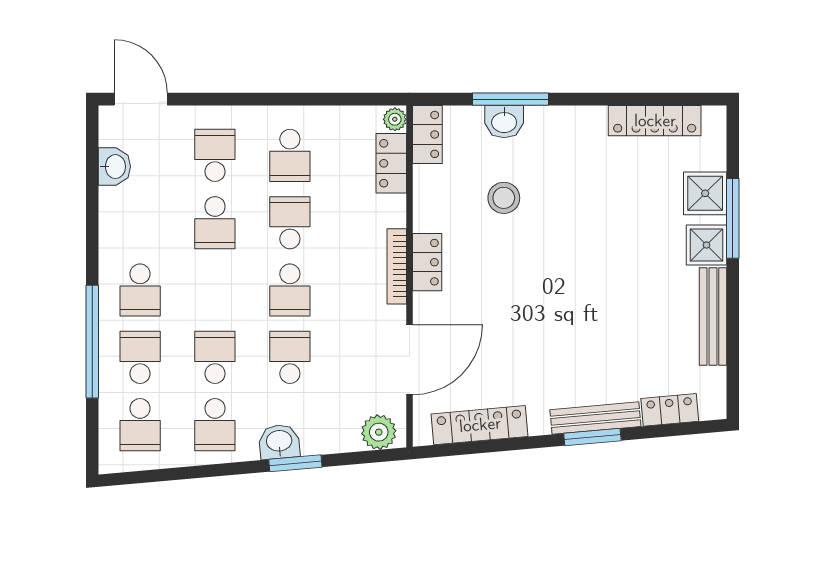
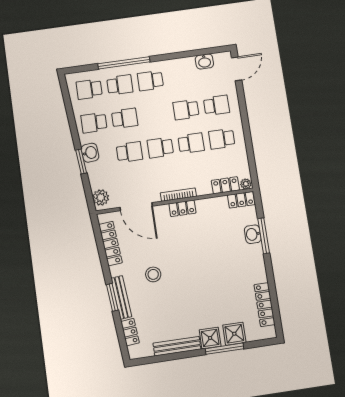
stool: (504, 198) -> (153, 274), moved

